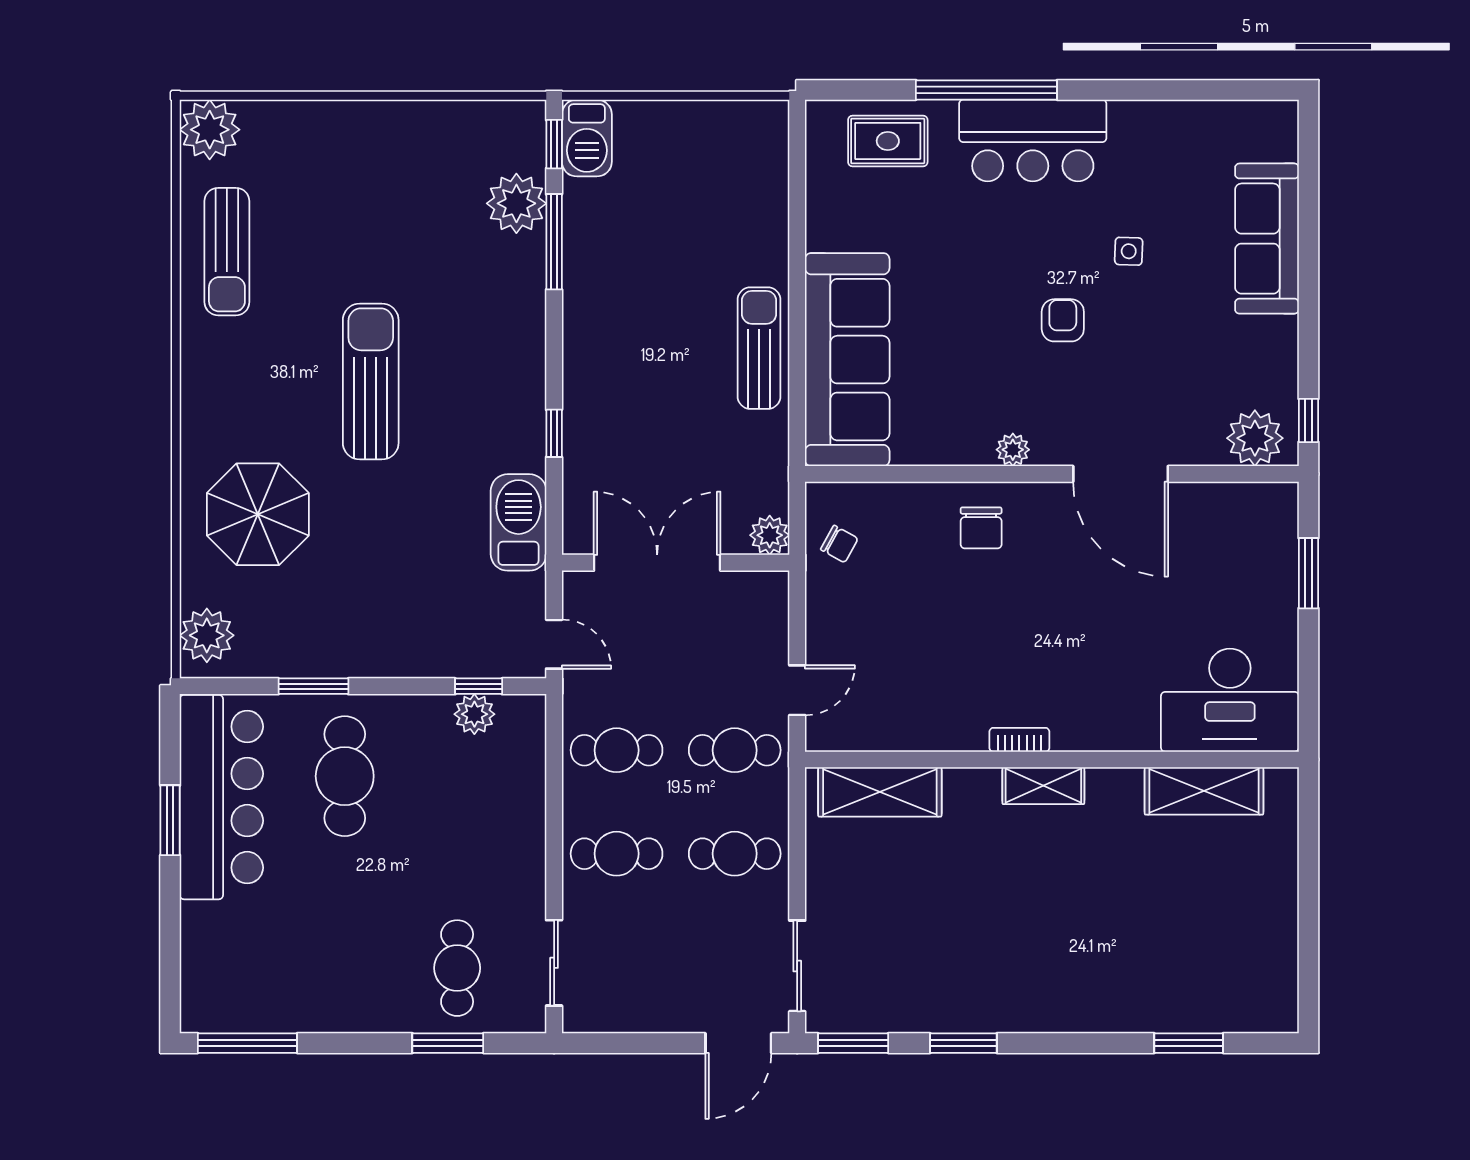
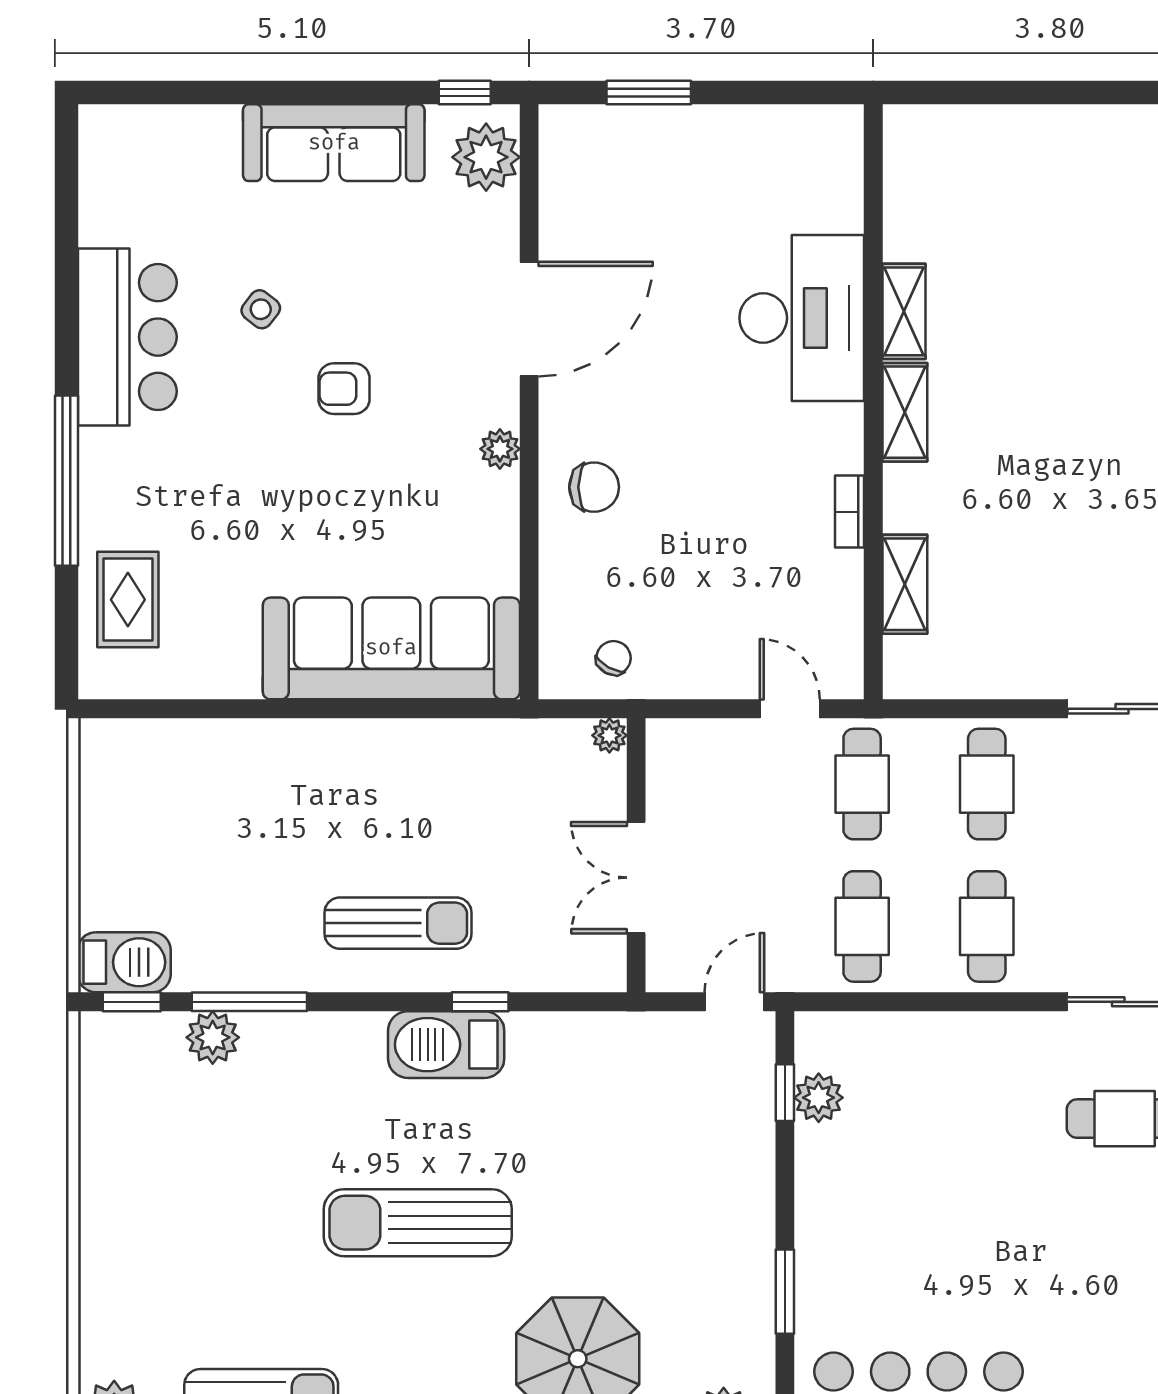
bar counter: (1033, 140) -> (127, 337), moved
plant: (516, 203) -> (213, 1037), width x0.73, depth x0.73
sofa: (1267, 239) -> (334, 143), moved
side table: (1129, 251) -> (261, 309), turned 36
sun lounger: (759, 348) -> (398, 923), moved, turned 180
barbecue: (519, 522) -> (446, 1045), moved
plant: (770, 535) -> (609, 735), width x0.73, depth x0.73
double door: (657, 563) -> (636, 878), width x0.73
desk: (1230, 700) -> (802, 318), moved
bookcase: (1019, 740) -> (849, 512), moved
cafe table: (345, 776) -> (893, 1254), removed
shelving: (1204, 791) -> (904, 311), moved, width x0.67, depth x0.75
shelving: (880, 792) -> (905, 584), width x0.67, depth x0.75

